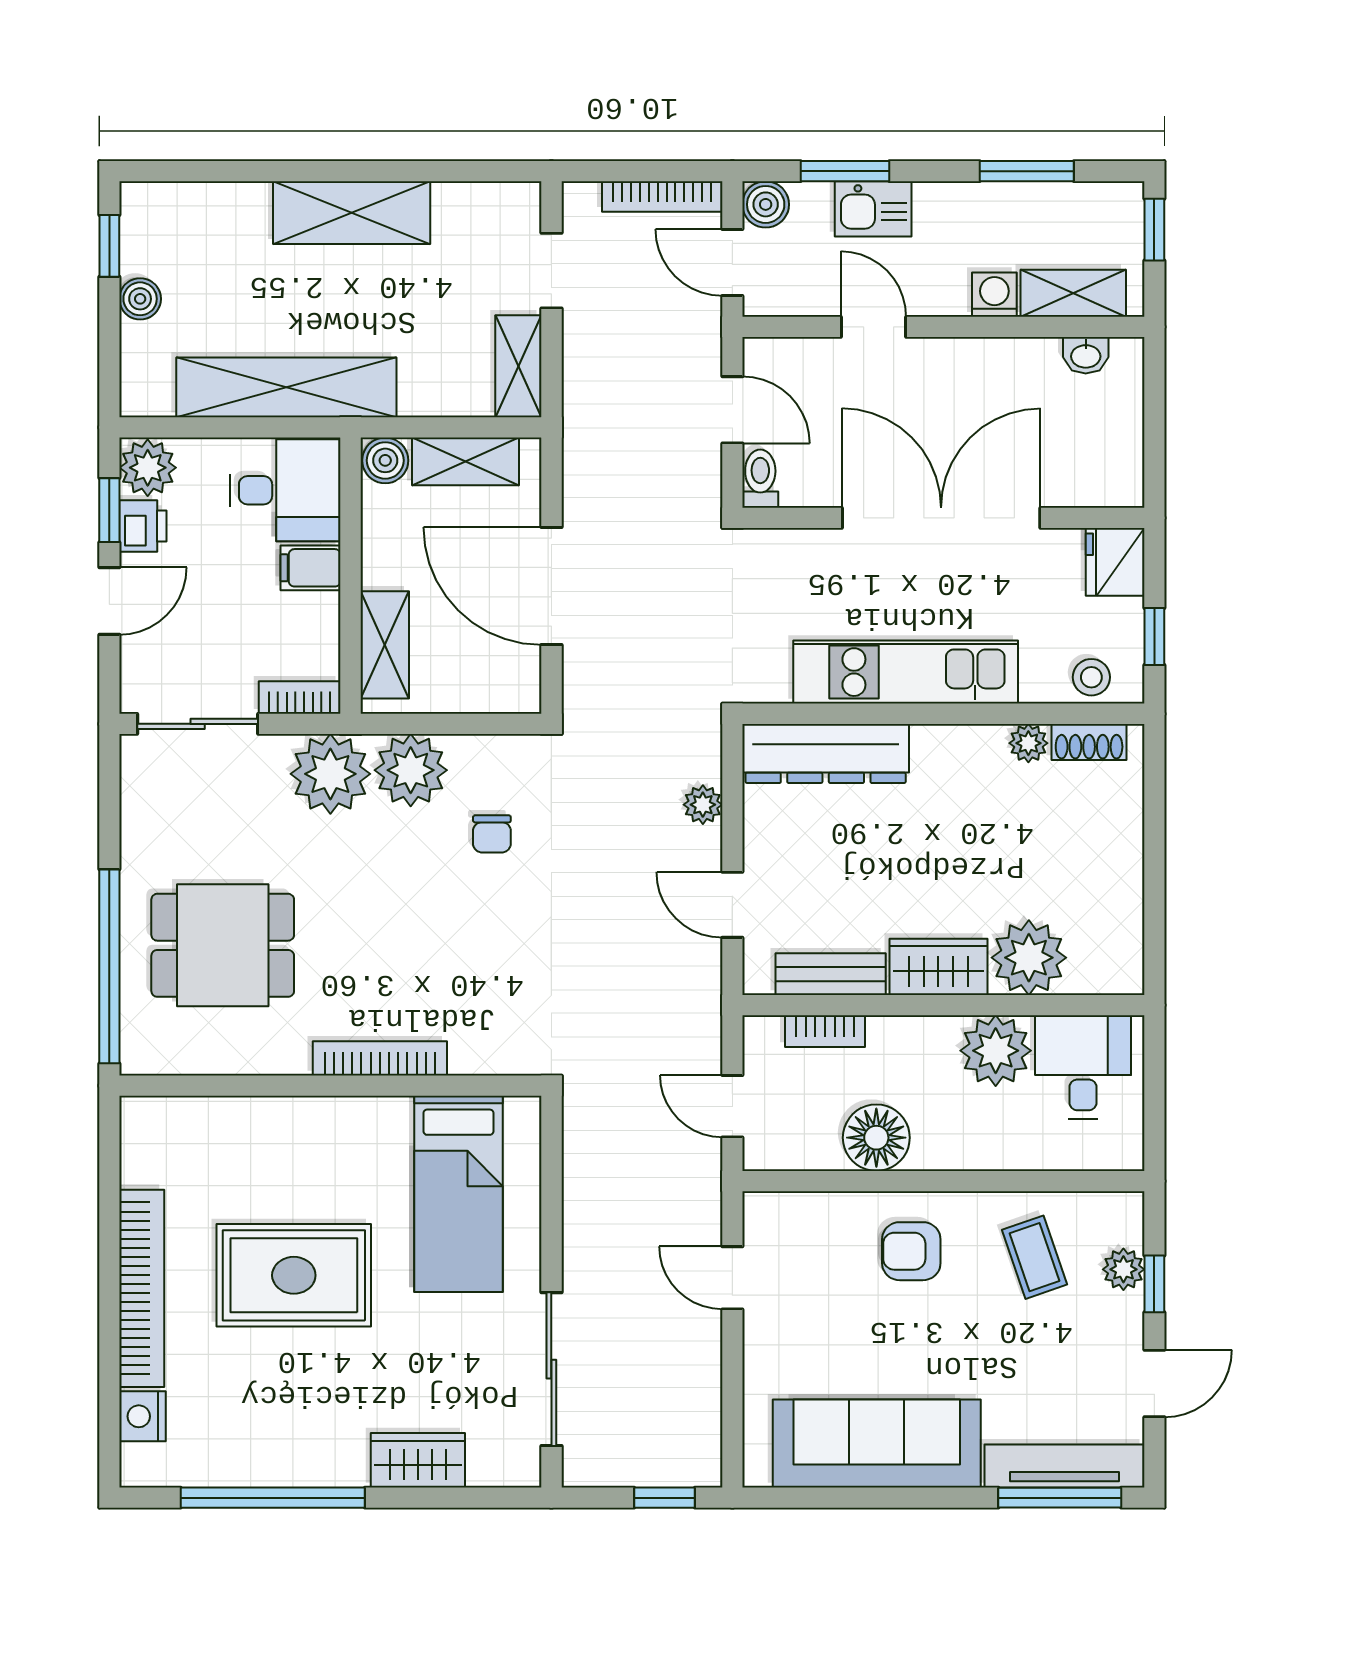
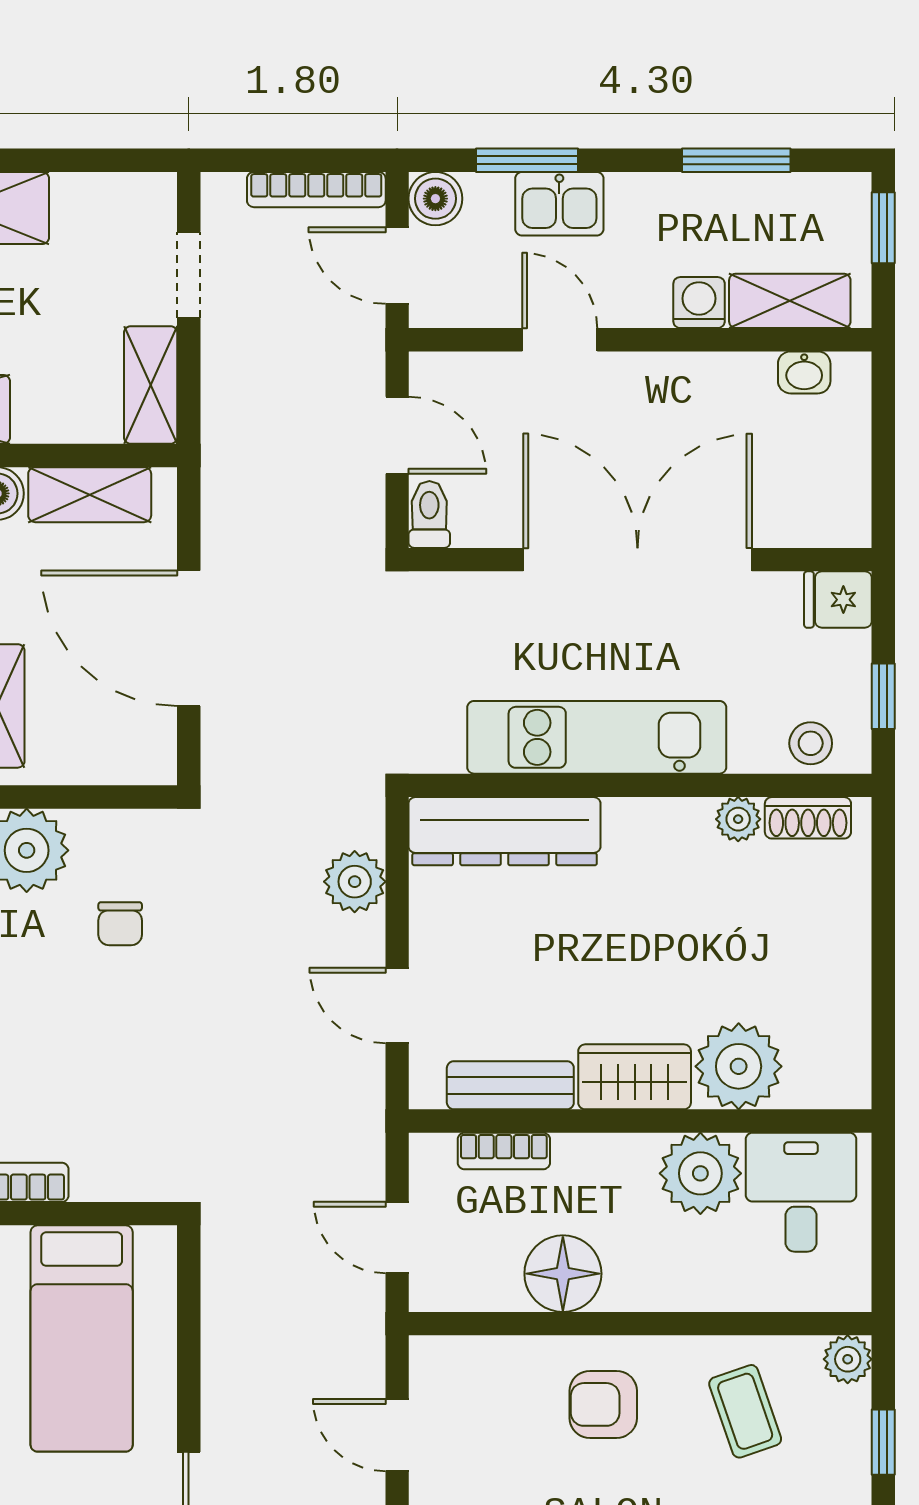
fridge: (1115, 562) -> (838, 600), width x0.72
plant: (703, 805) -> (355, 882), width x1.38, depth x1.38
plant: (1123, 1269) -> (848, 1359), moved

